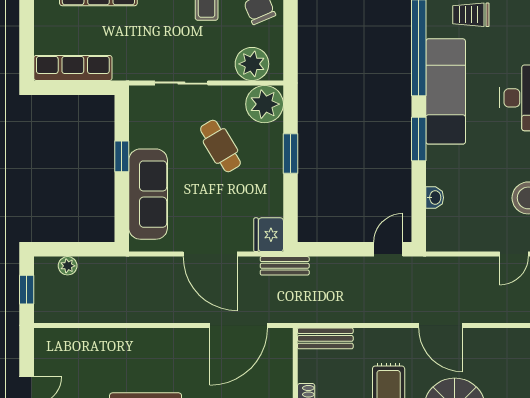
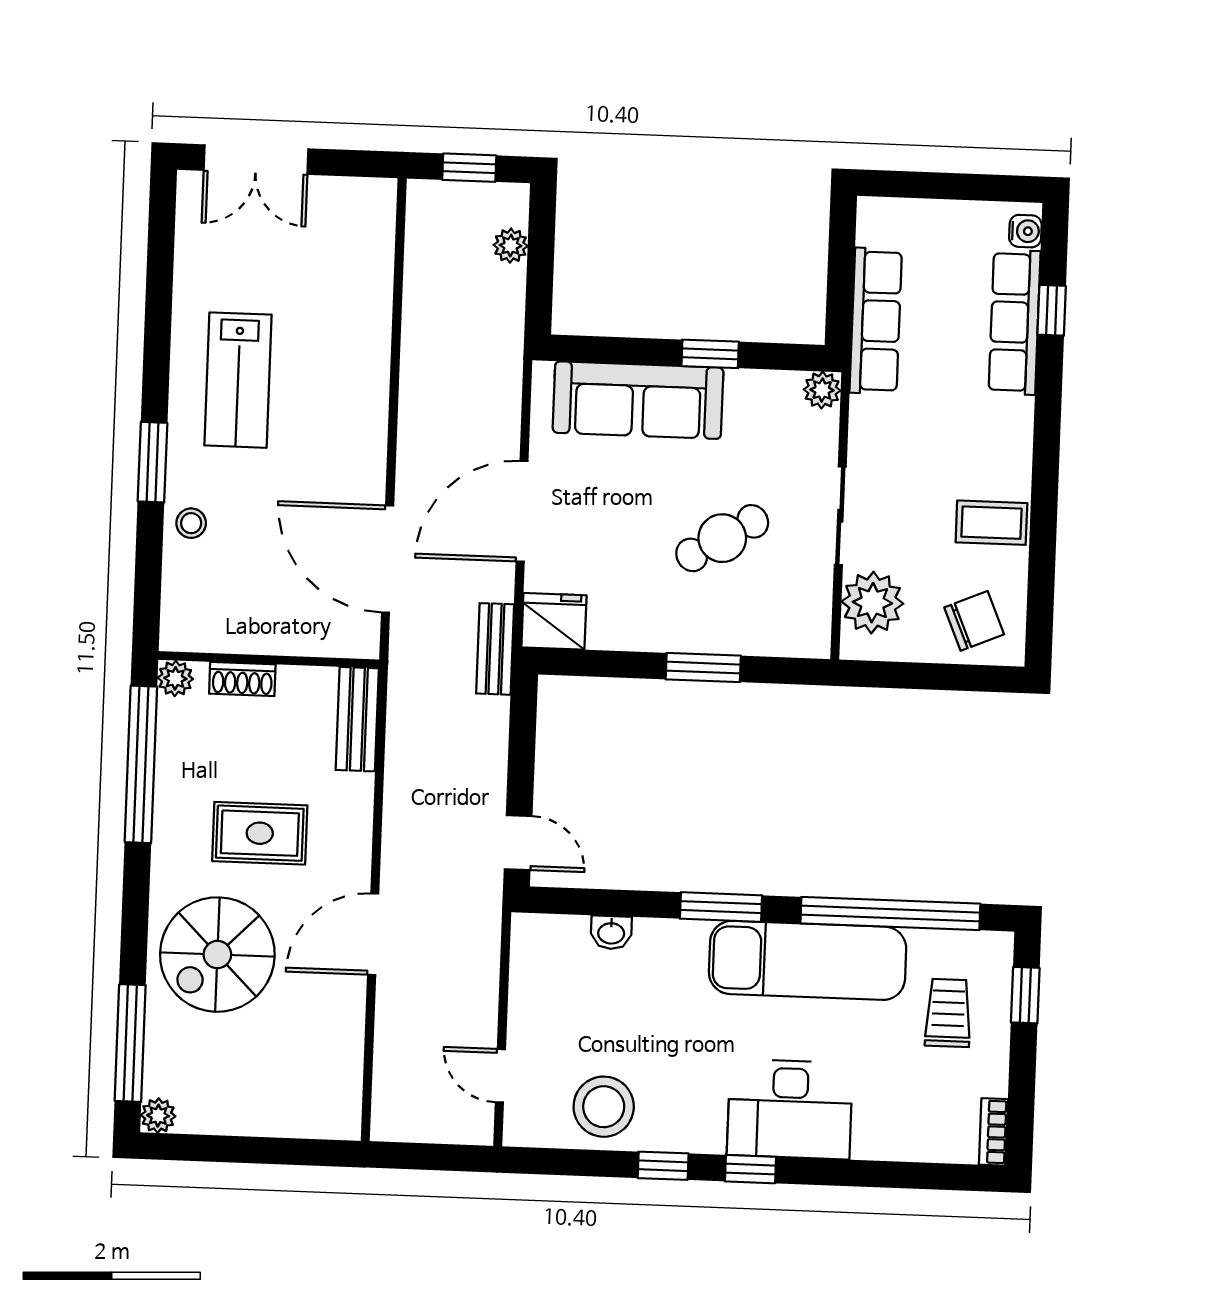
row of seats: (73, 68) -> (876, 321), moved
sliding door: (181, 83) -> (840, 516), moved
plant: (265, 104) -> (822, 390), moved, width x0.53, depth x0.53

